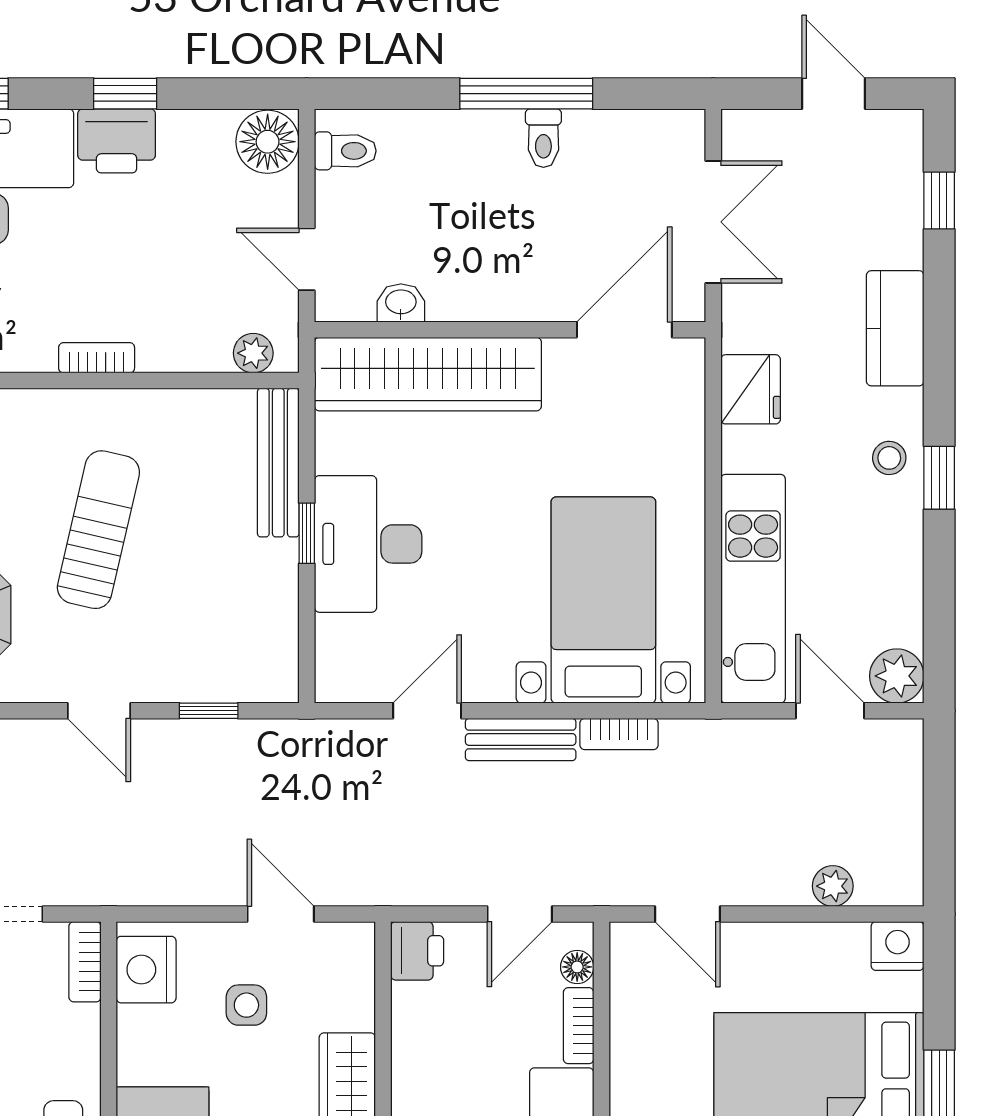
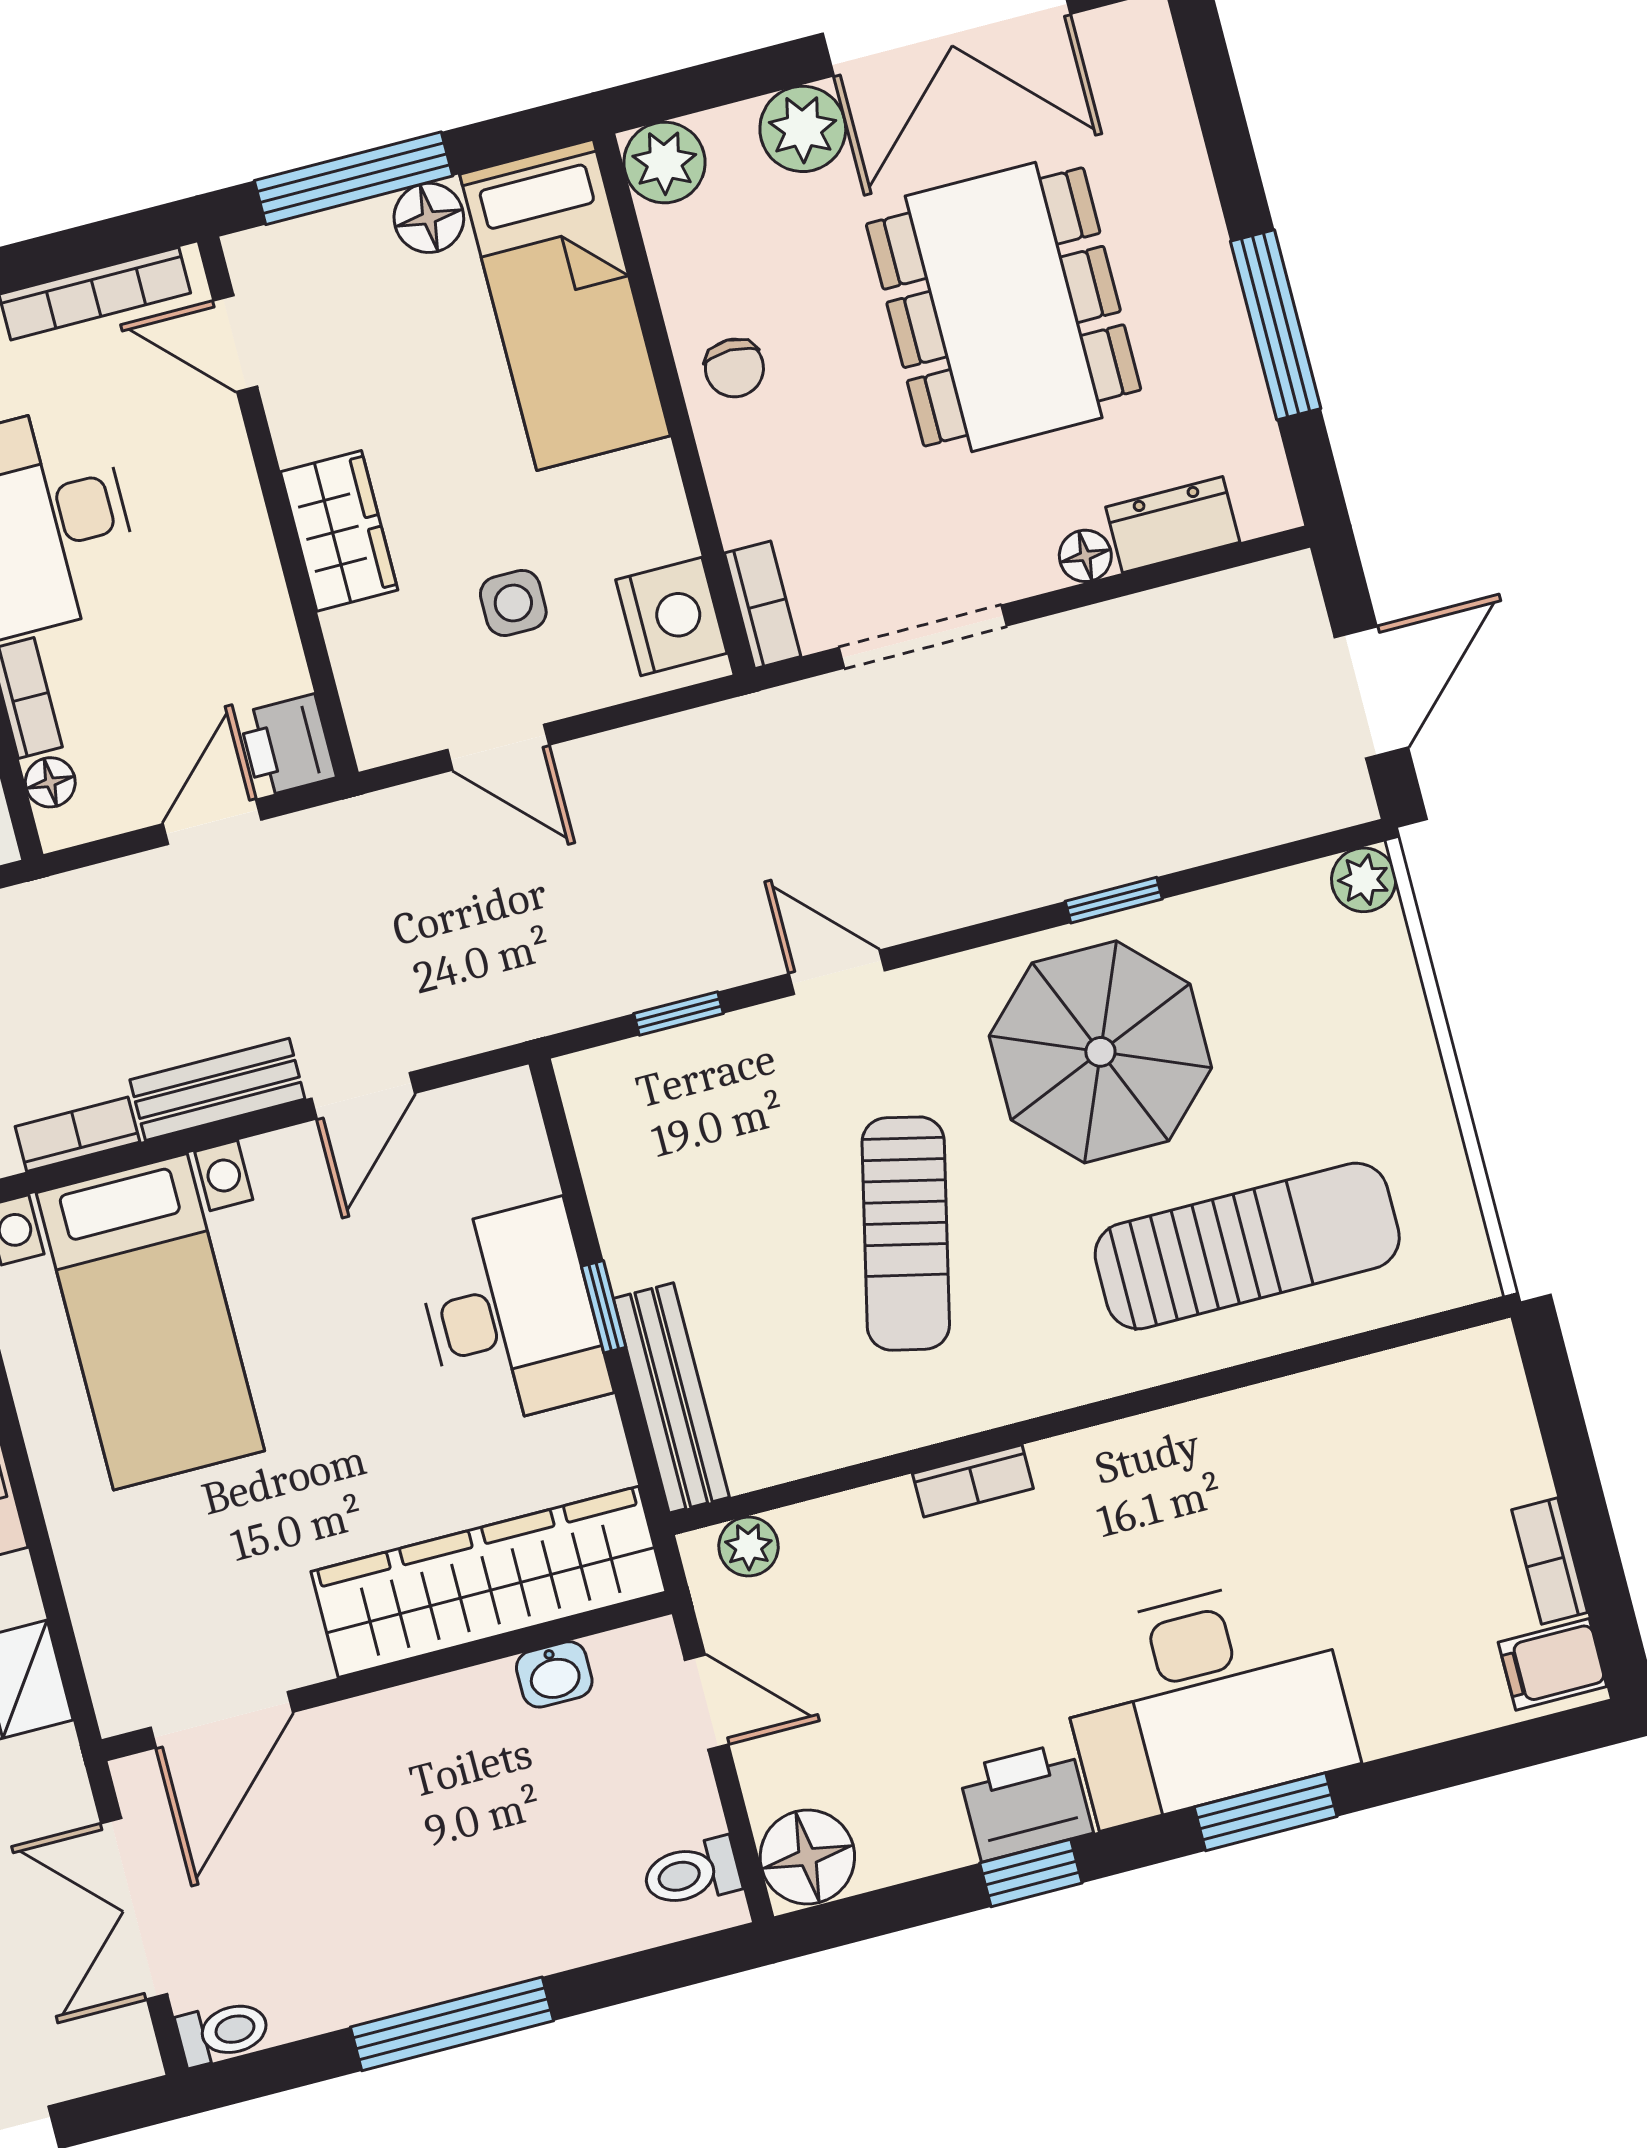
toilet: (543, 138) -> (223, 2032), moved, turned 90
door: (520, 914) -> (212, 822), moved

